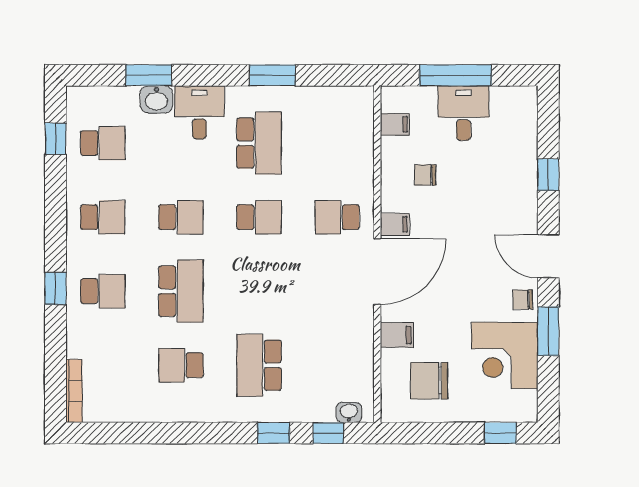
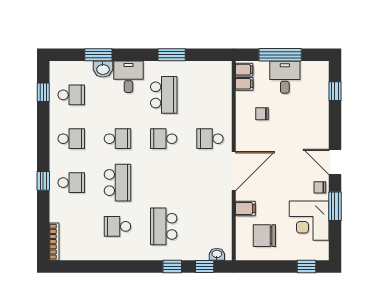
window: (548, 175) -> (335, 91), moved
school desk: (259, 217) -> (164, 139), turned 180
filing cabinet: (395, 224) -> (244, 70), moved

